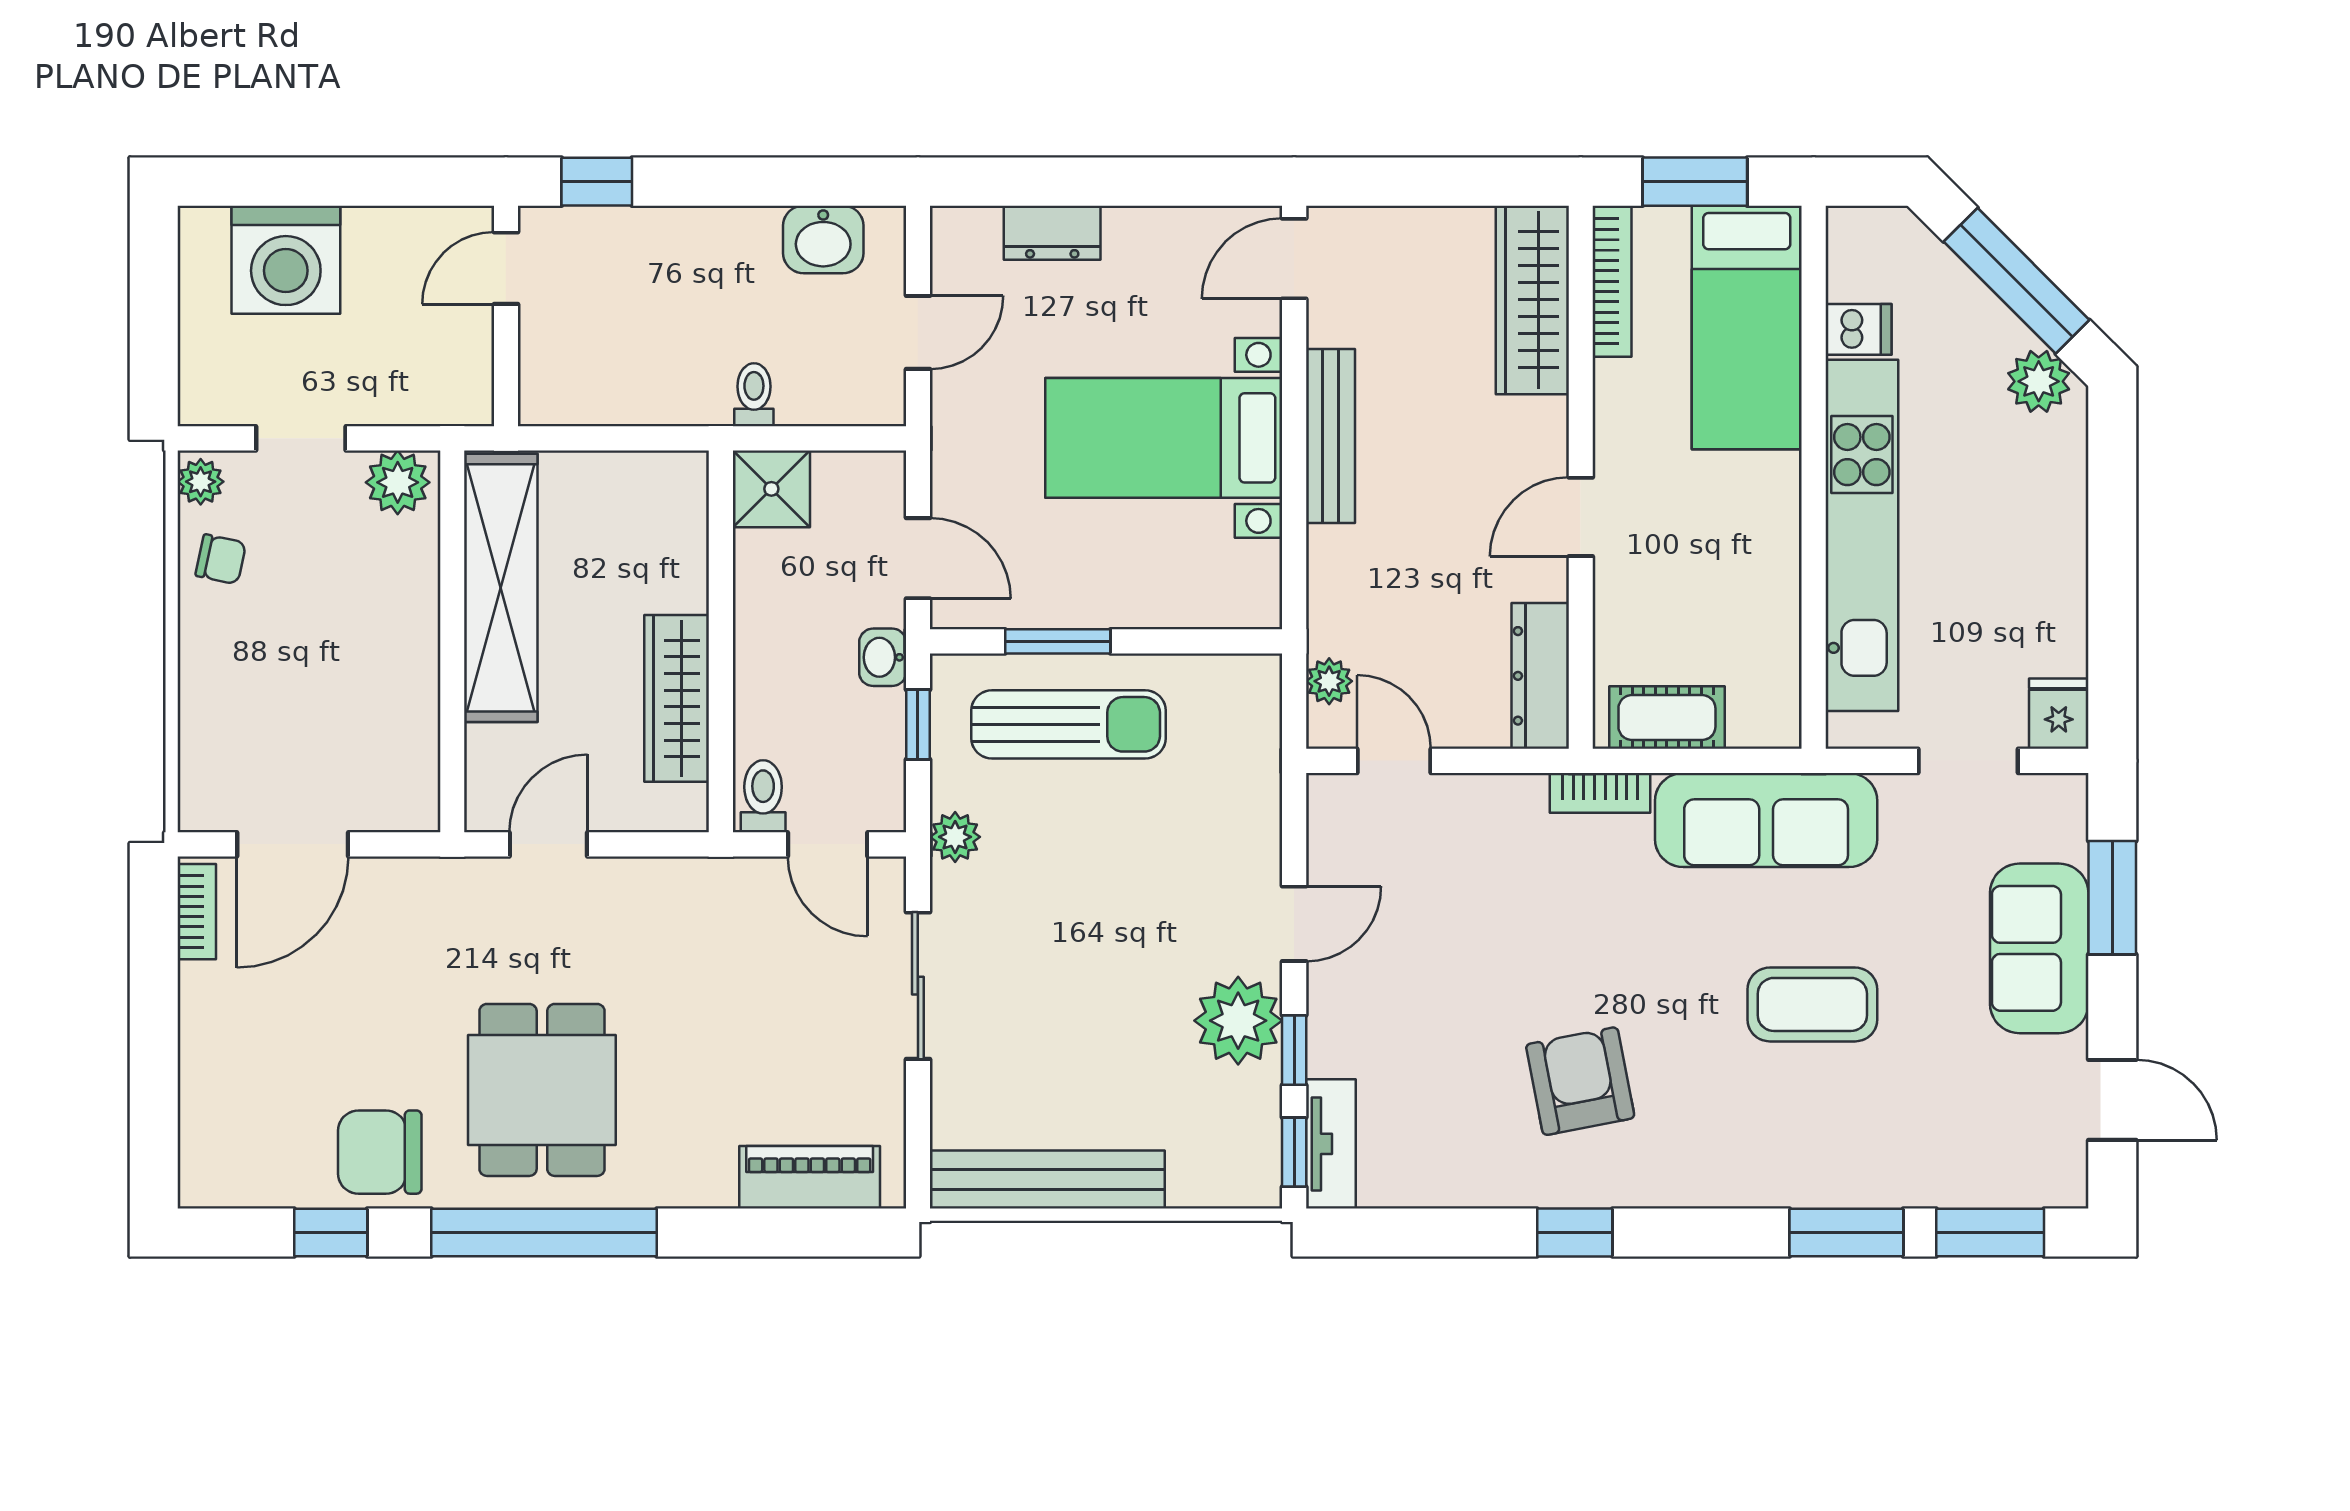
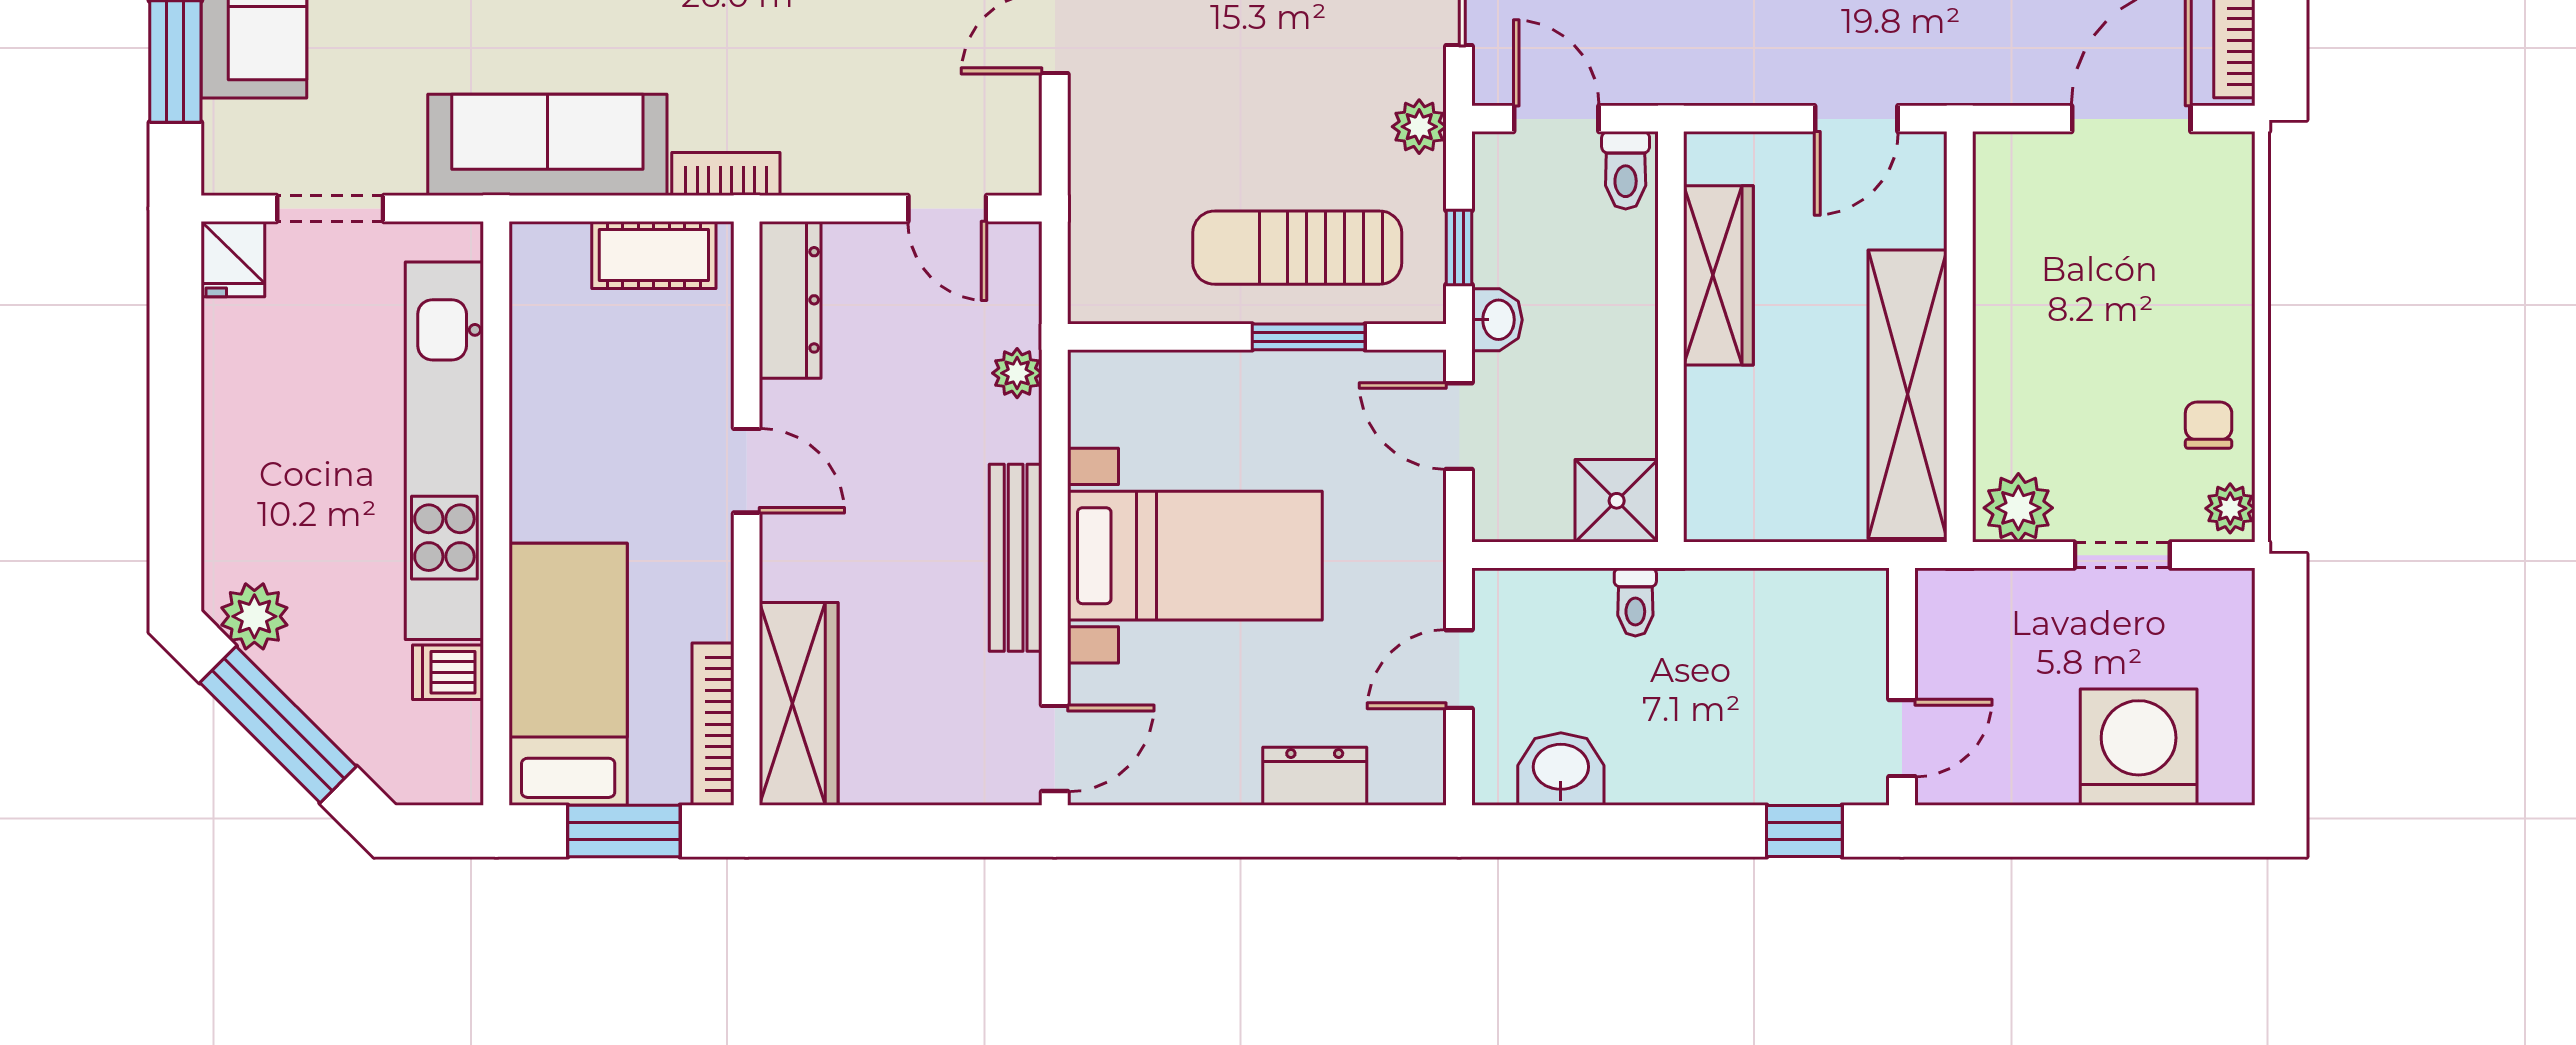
door: (1581, 517) -> (747, 471), hinge flipped
chair: (221, 559) -> (2209, 425), turned 78
plant: (1329, 681) -> (1017, 373), moved

